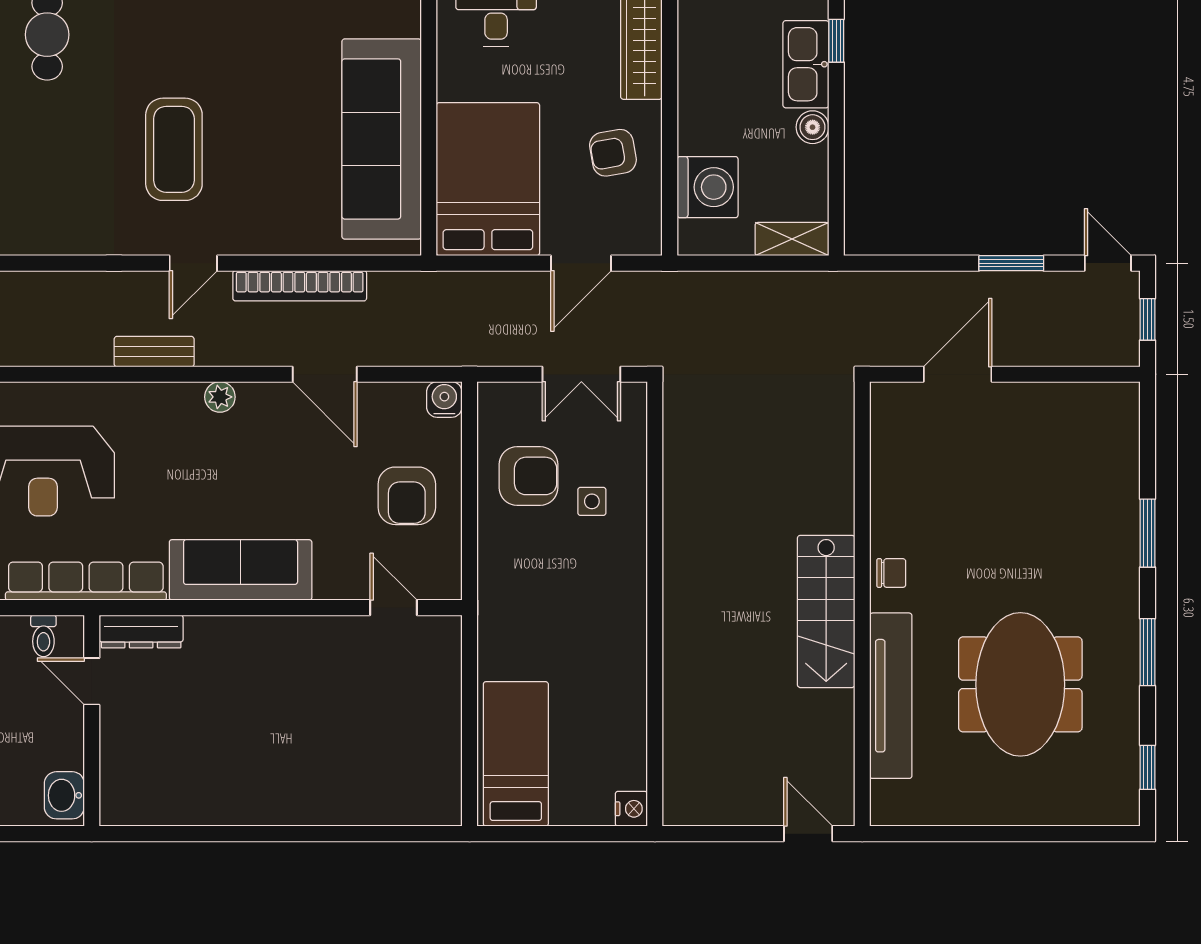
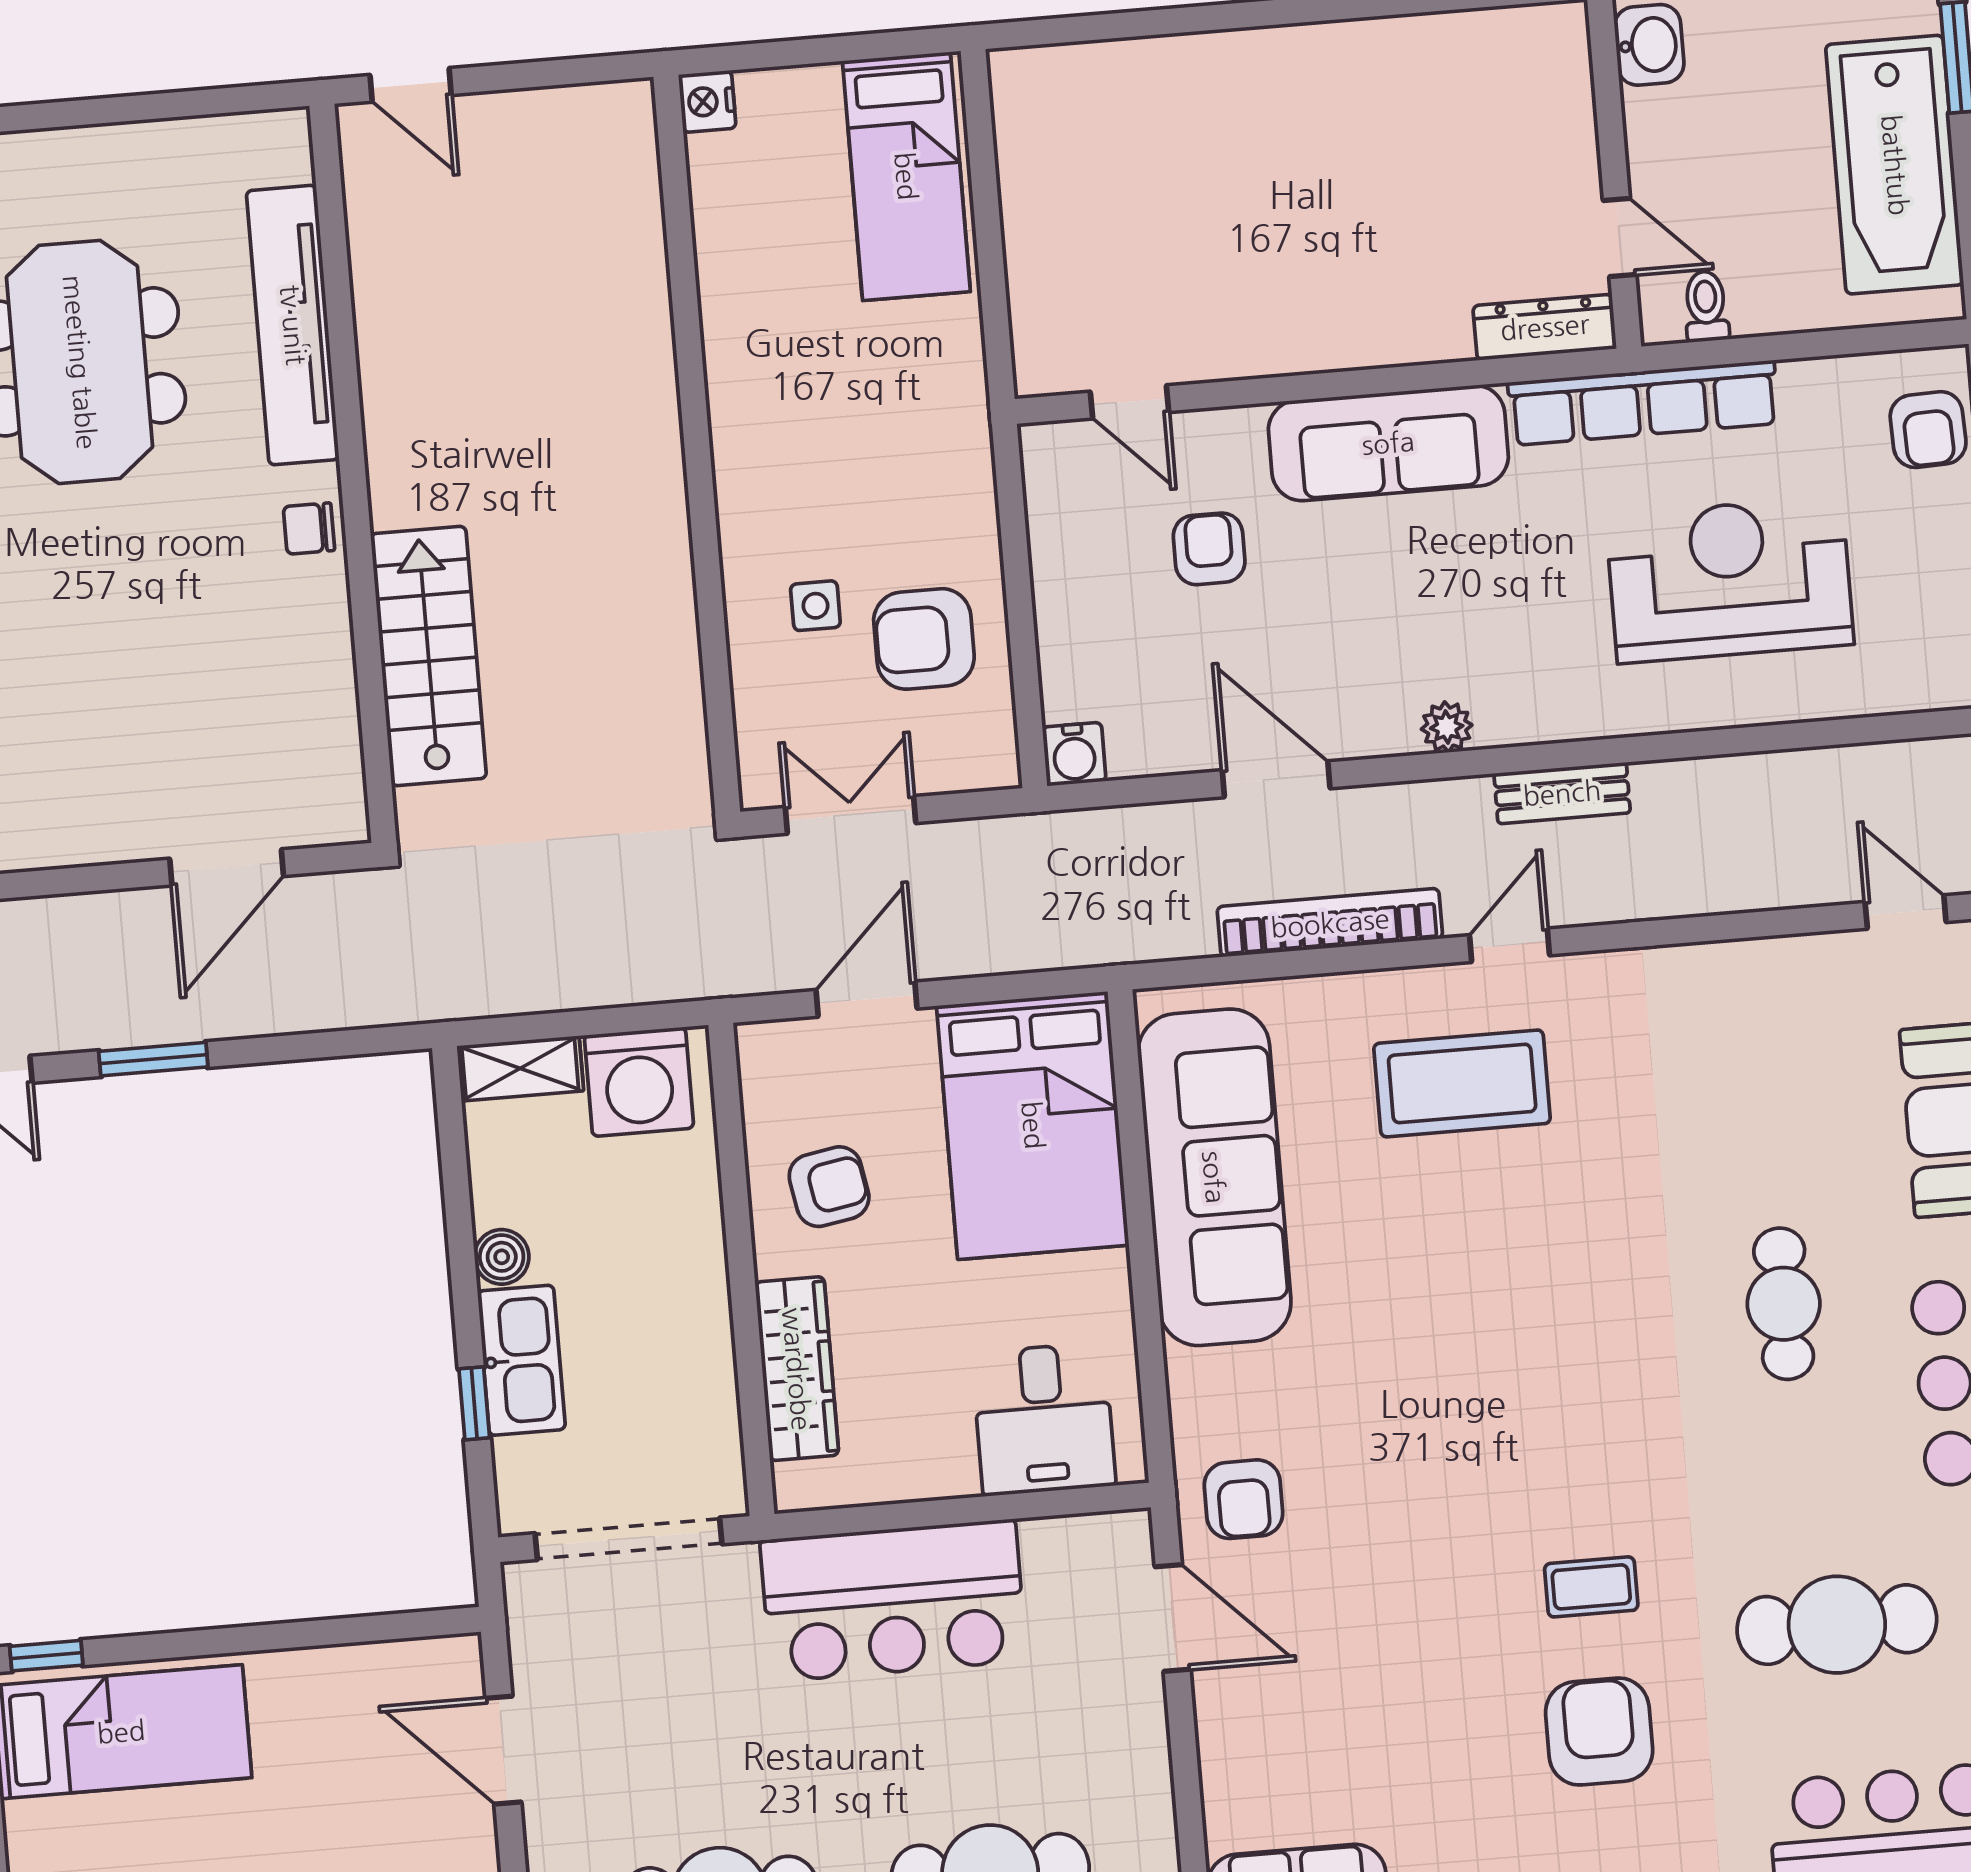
coffee table: (174, 149) -> (1462, 1083), moved, turned 90
washing machine: (708, 187) -> (639, 1082), moved, turned -90
armchair: (407, 496) -> (1209, 549), moved, width x0.72, depth x0.72
stairs: (826, 611) -> (428, 656), moved

